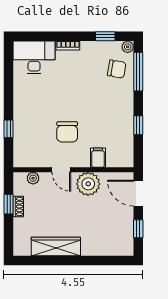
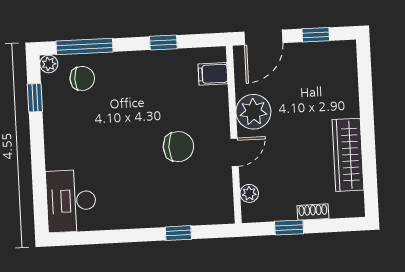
bookcase: (68, 46) -> (51, 152), removed
chair: (117, 69) -> (82, 78), turned 80
filing cabinet: (98, 158) -> (213, 74), moved
shoe rack: (18, 206) -> (313, 212), moved

